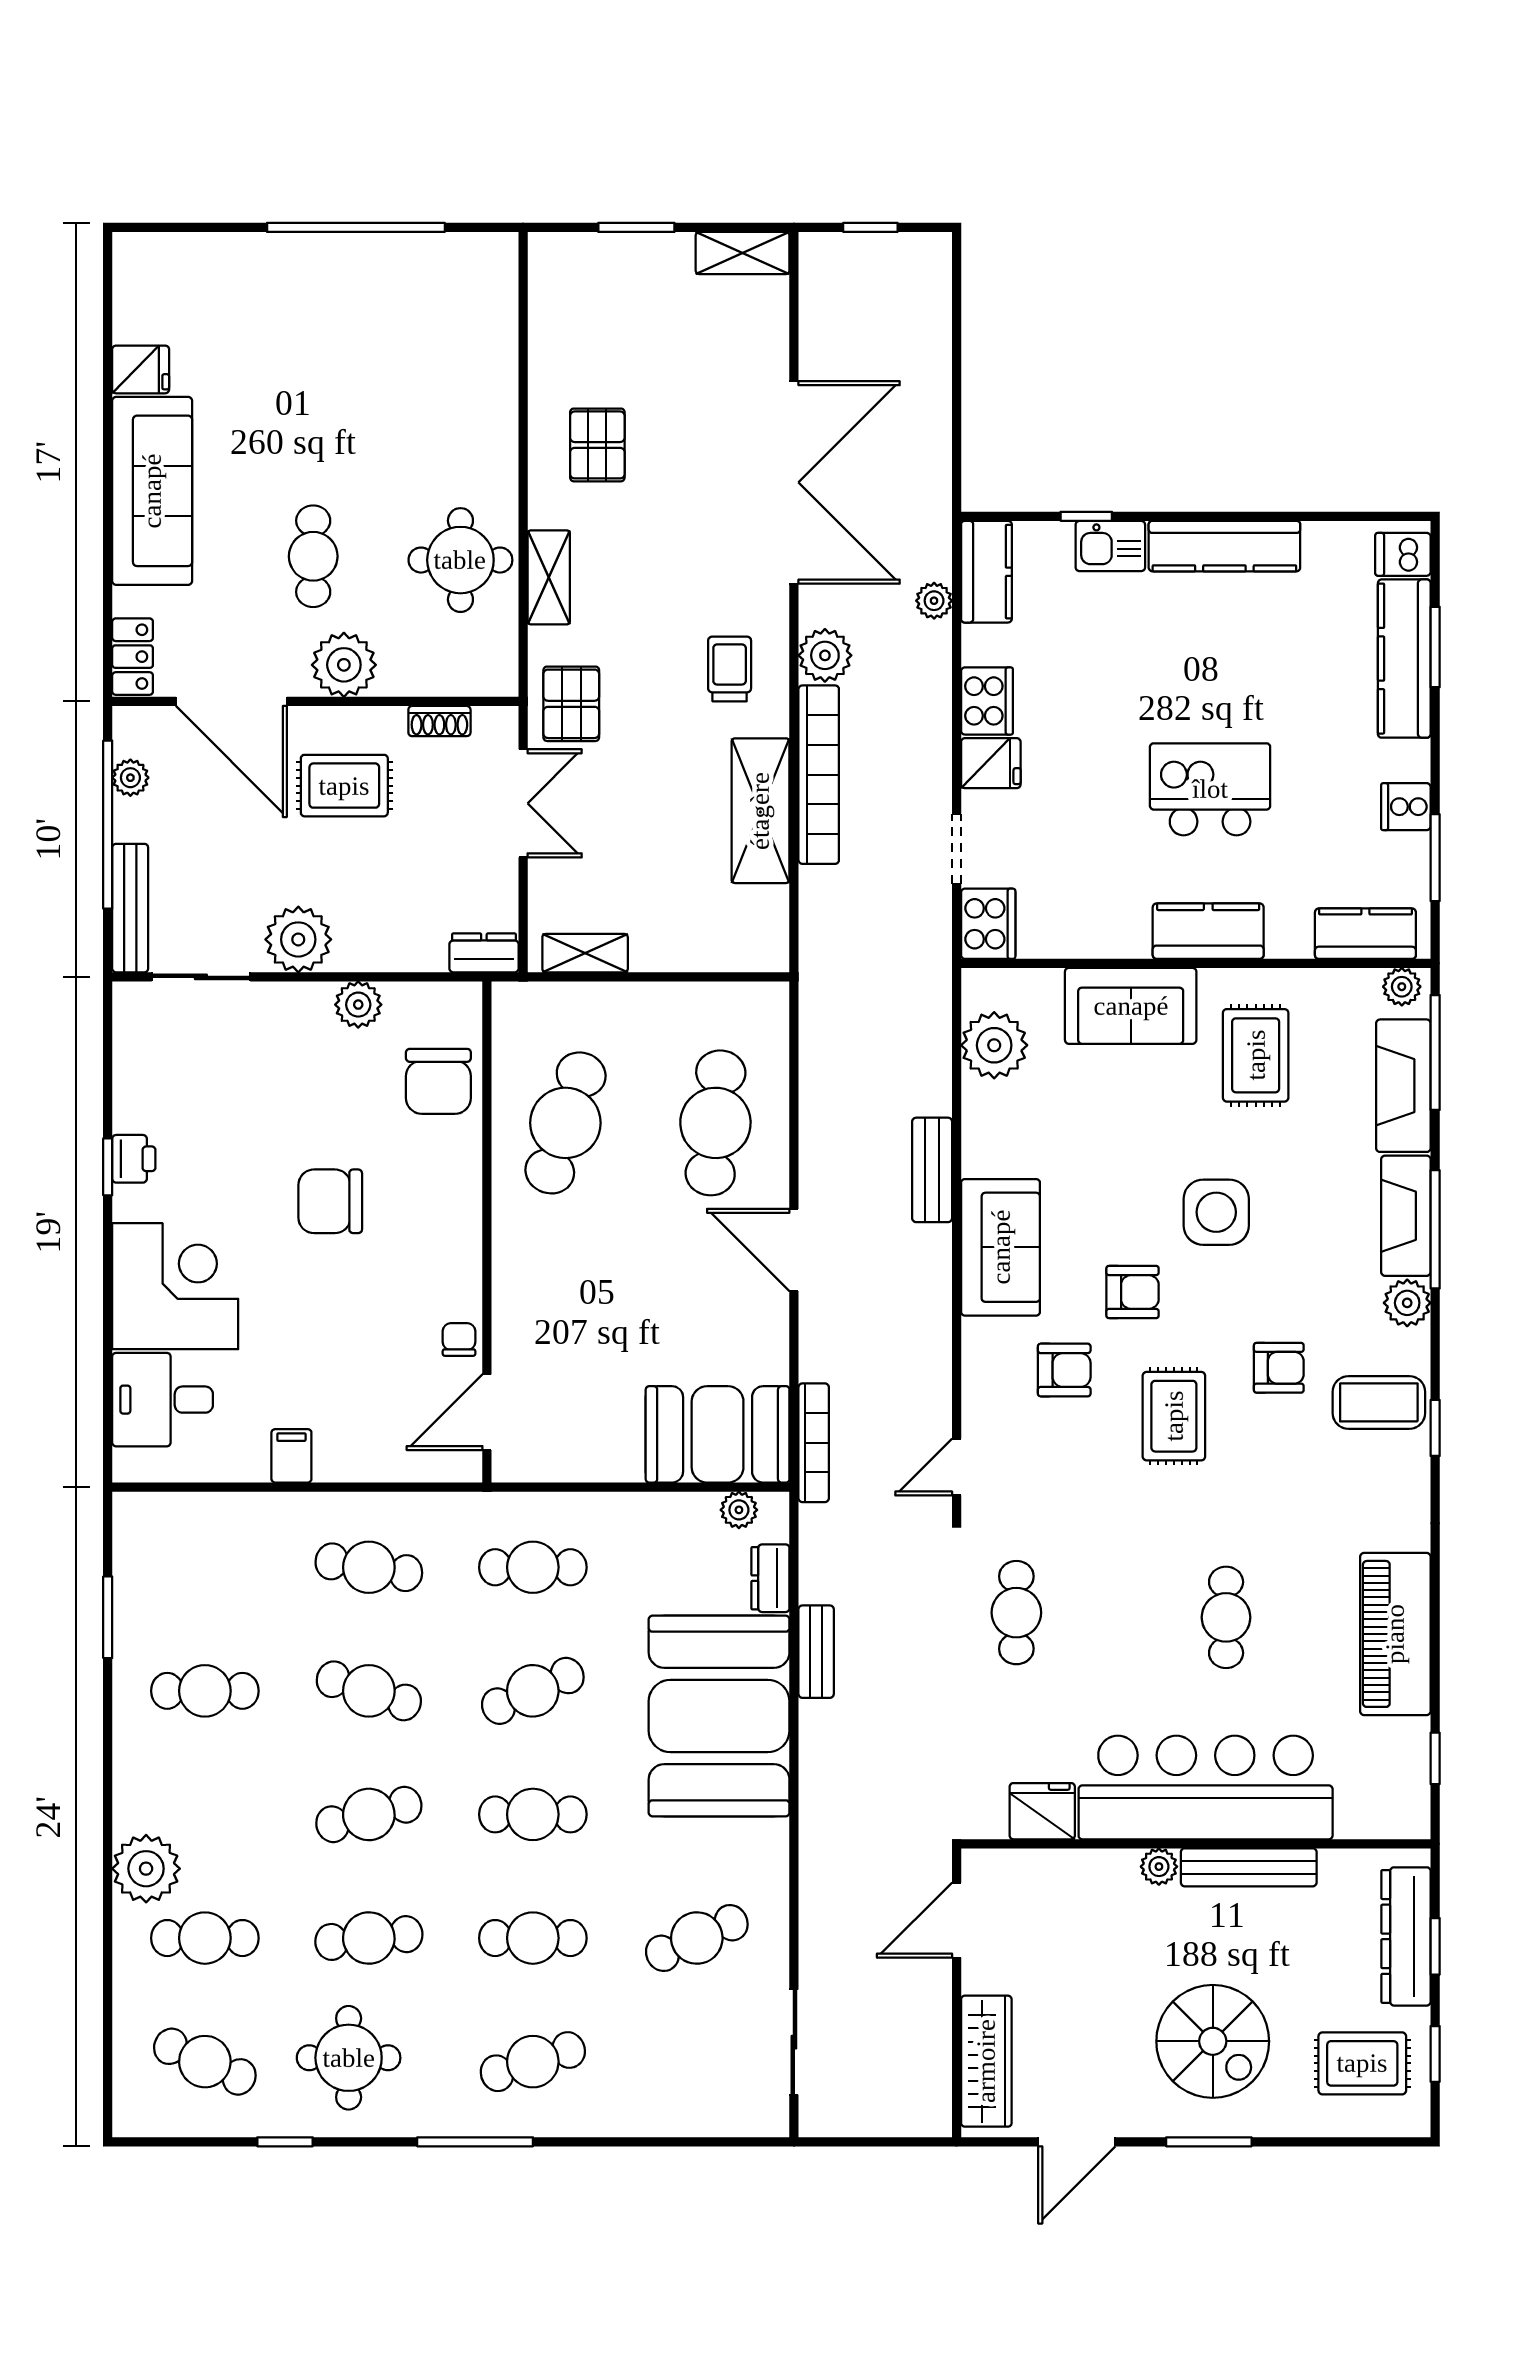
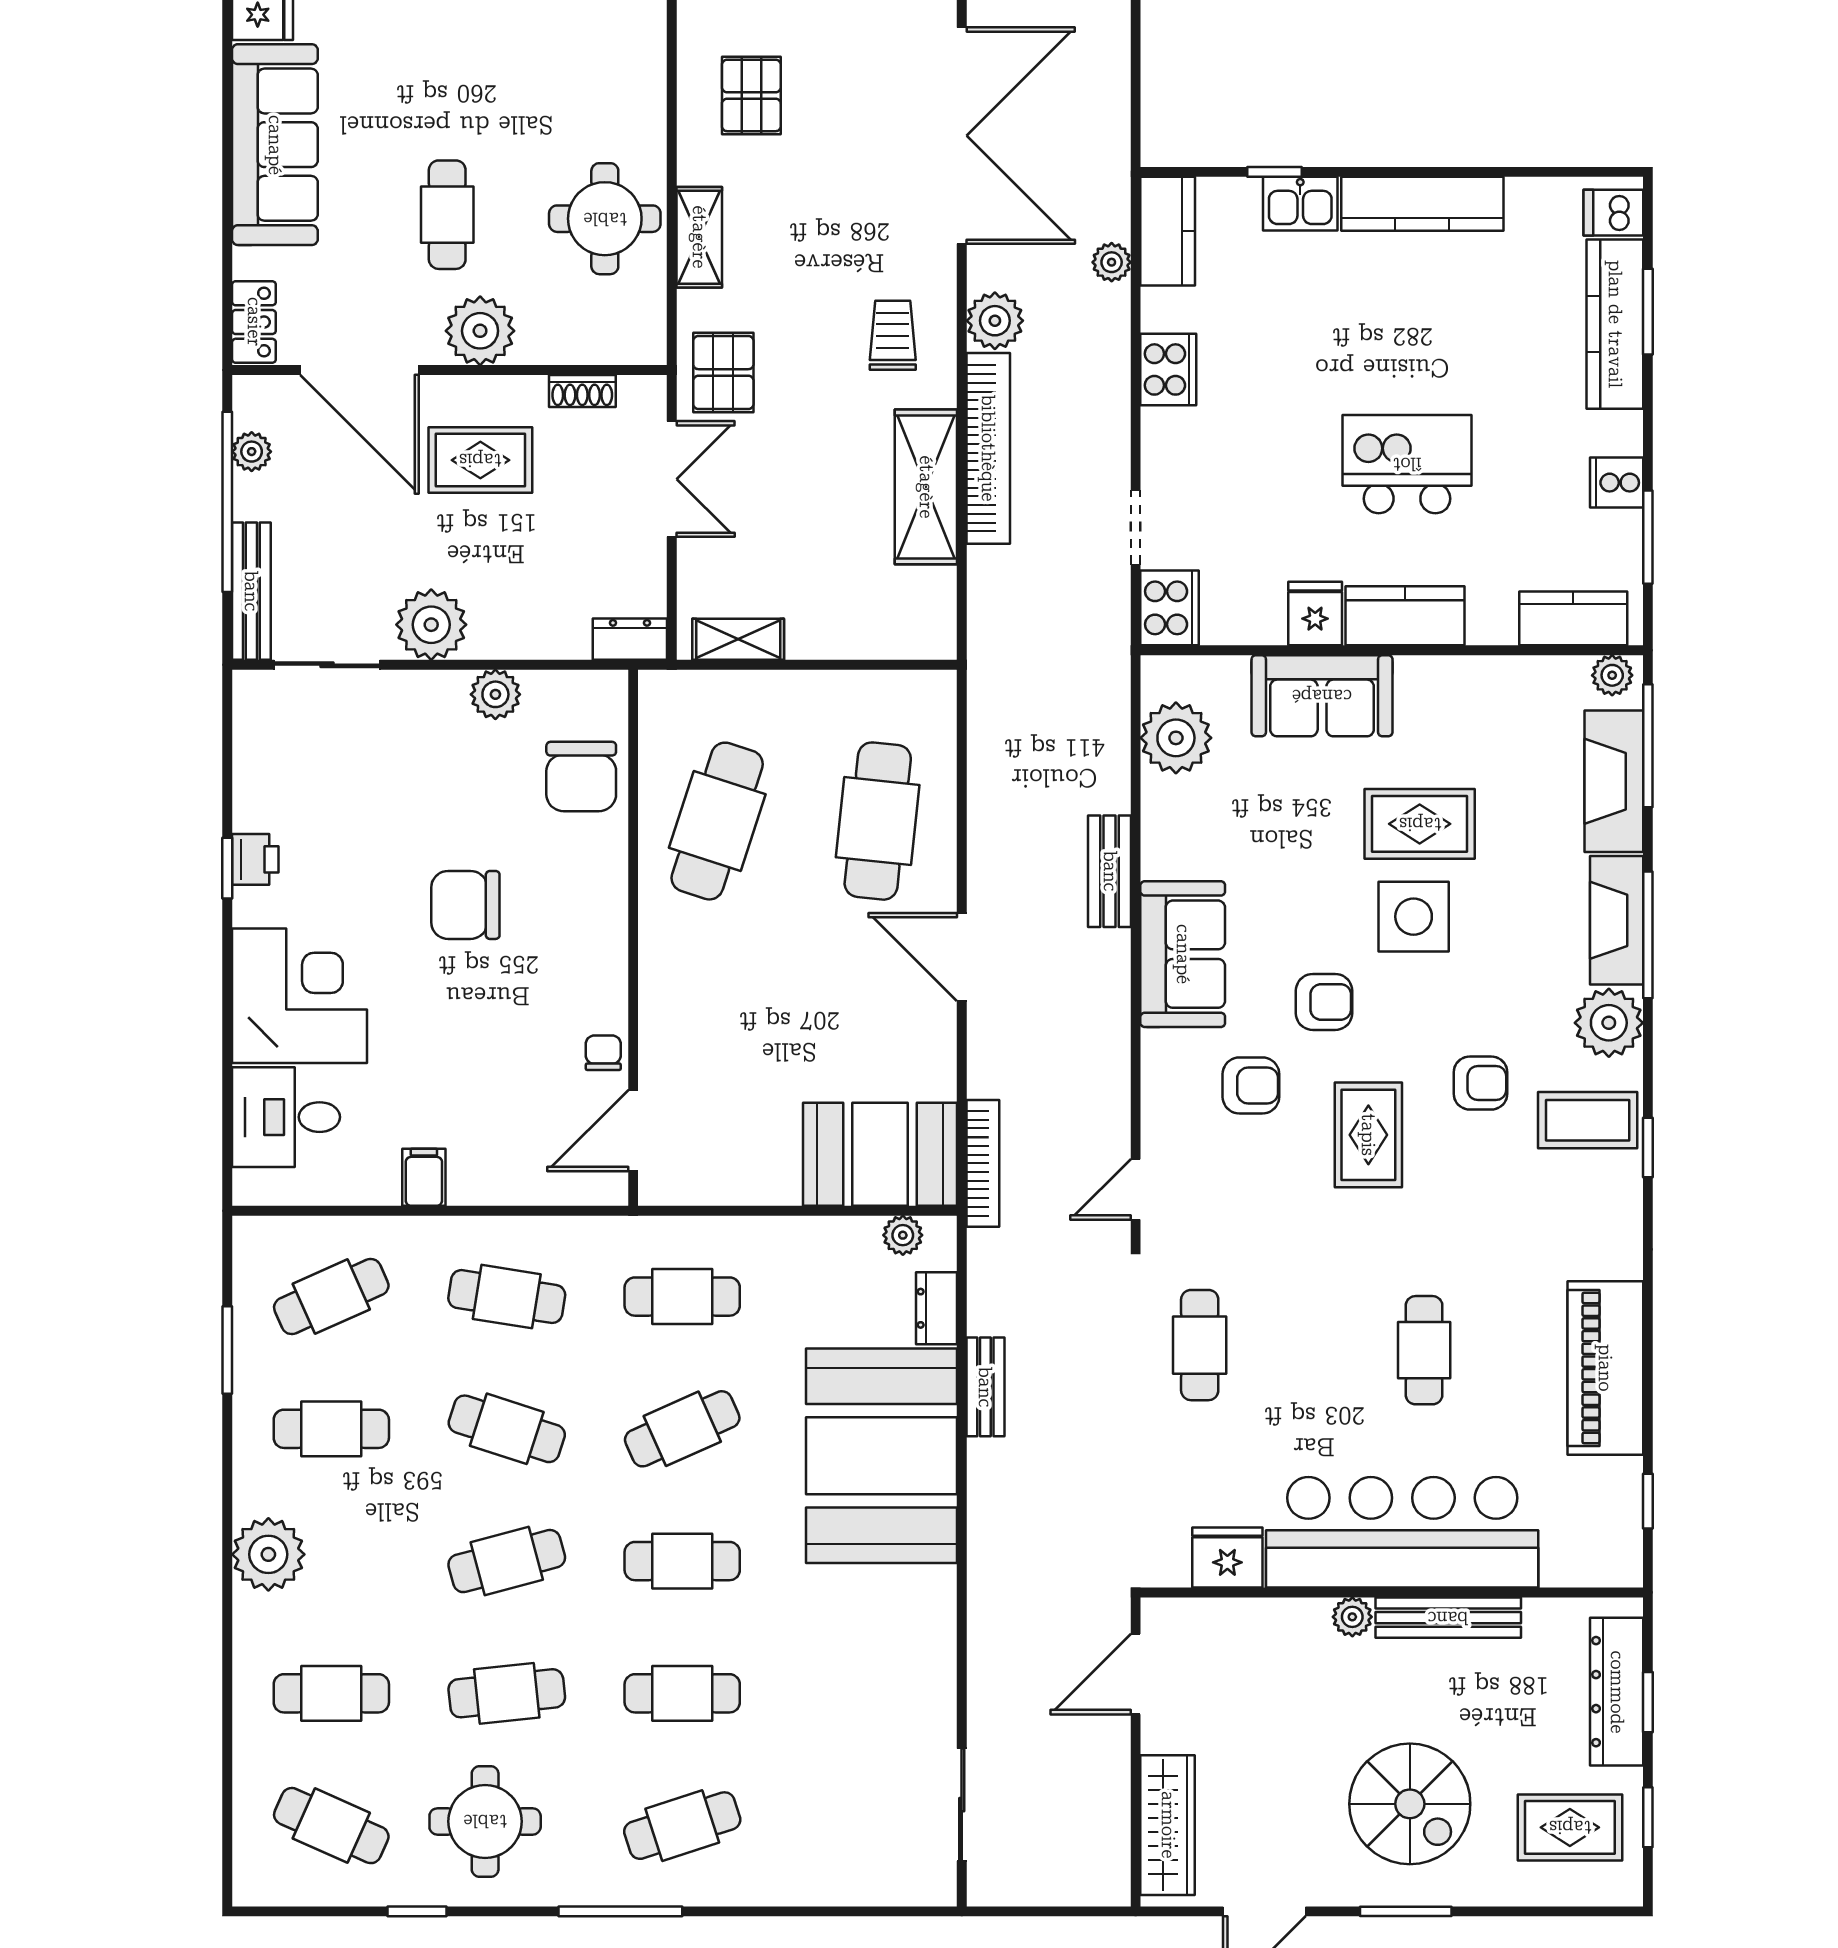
fridge: (991, 763) -> (1315, 614), moved, turned -90
rug: (1256, 1055) -> (1420, 824), moved, turned 90
plant: (1407, 1303) -> (1609, 1023), width x1.36, depth x1.36
plant: (146, 1869) -> (268, 1554), moved
cafe table: (697, 1938) -> (331, 1297), moved

